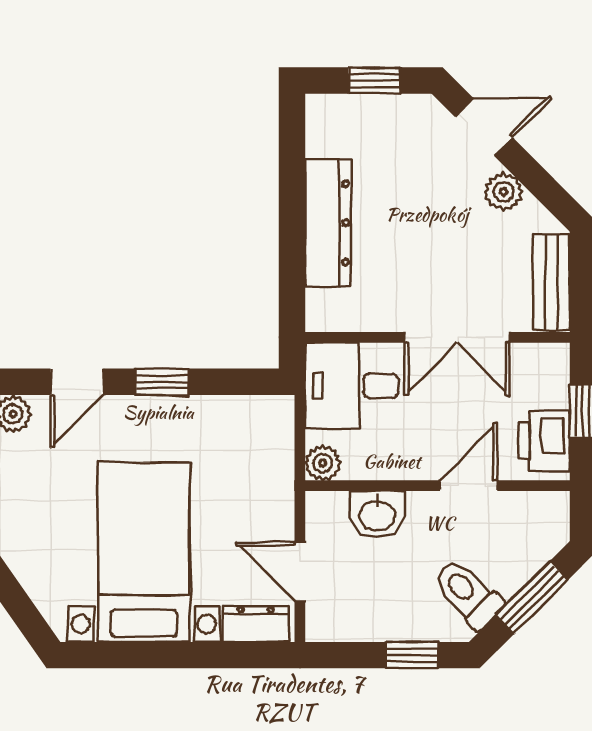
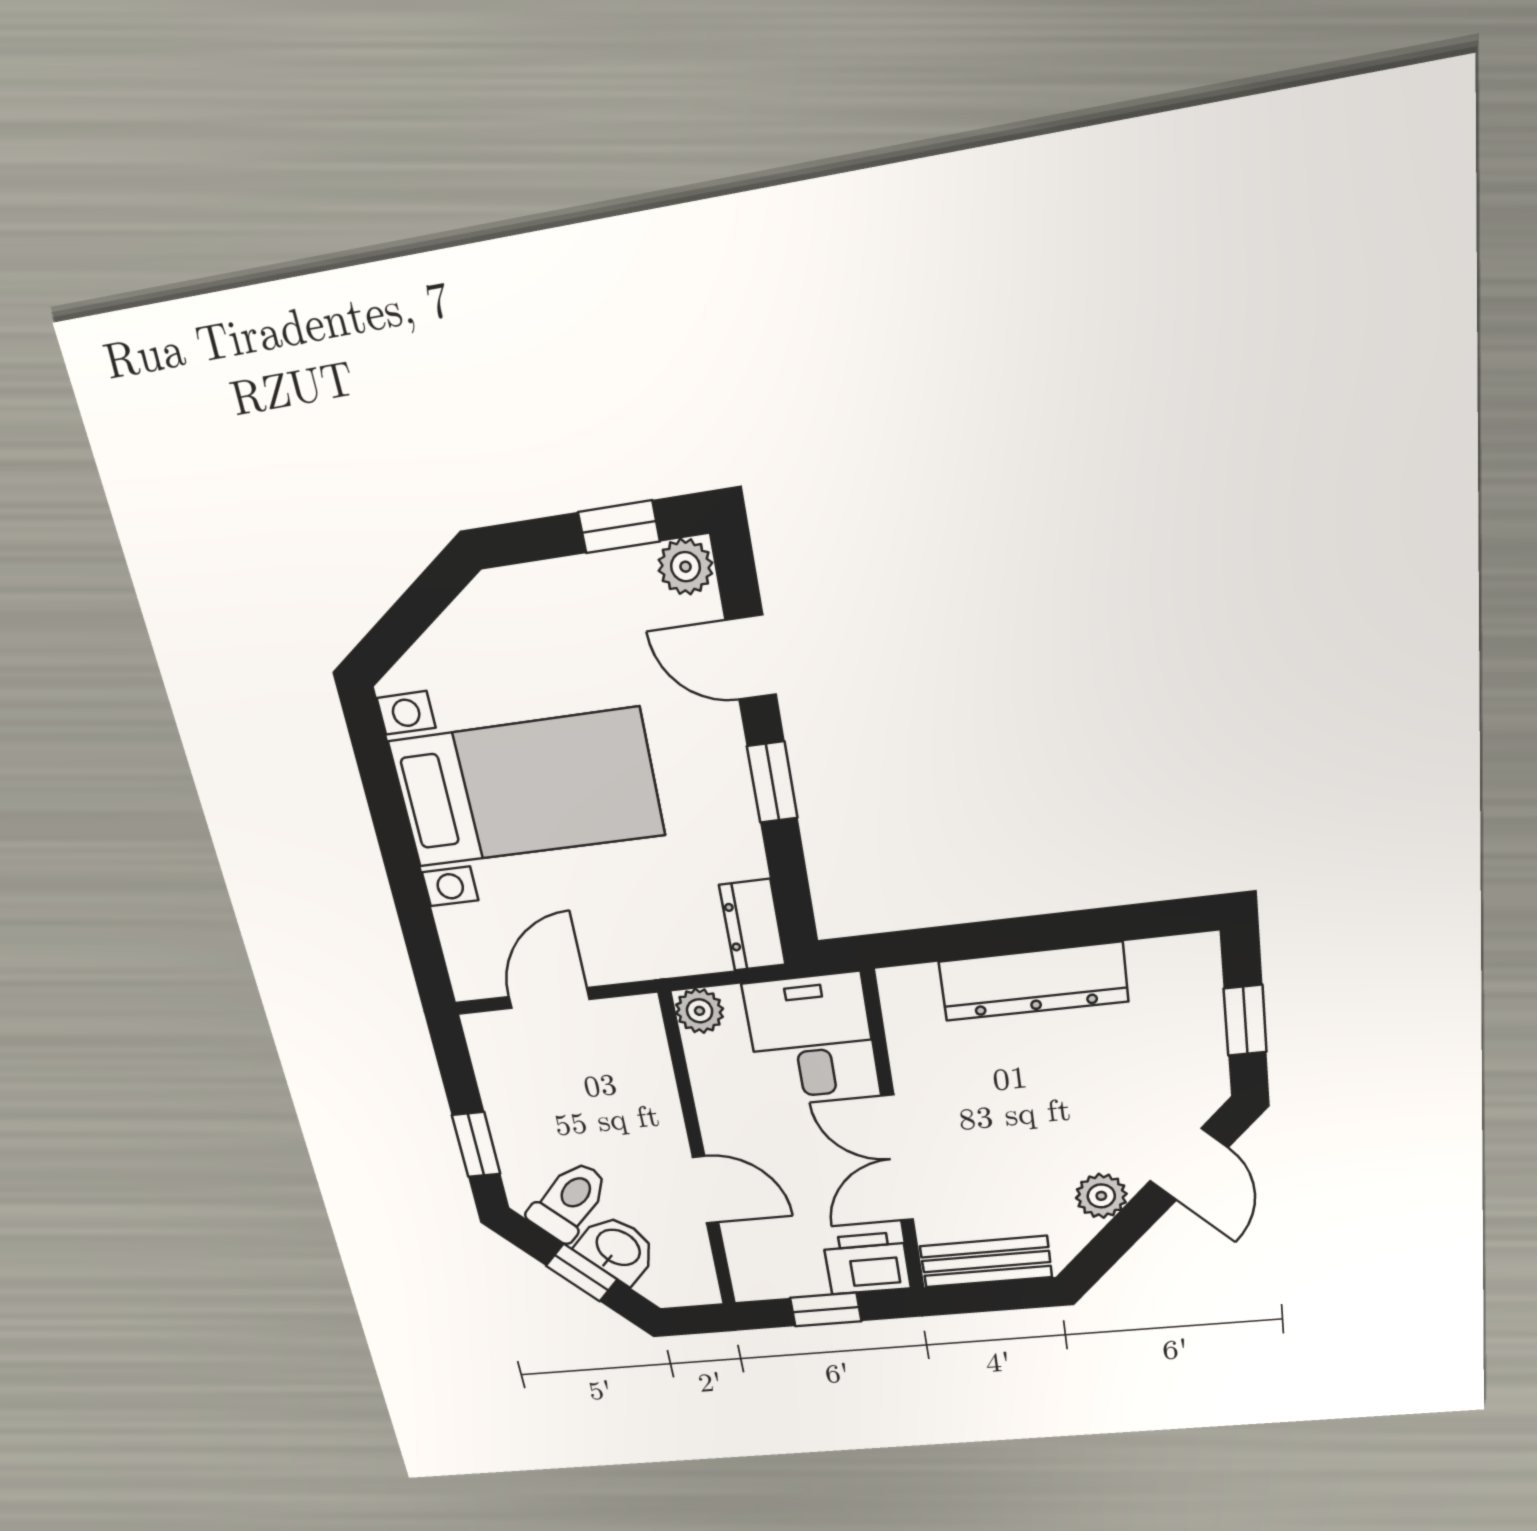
printer: (545, 441) -> (867, 1263), moved
washbasin: (377, 514) -> (617, 1249), moved, turned 135
window: (532, 598) -> (582, 1273), width x0.67
dresser: (256, 624) -> (752, 925), moved, turned 180

